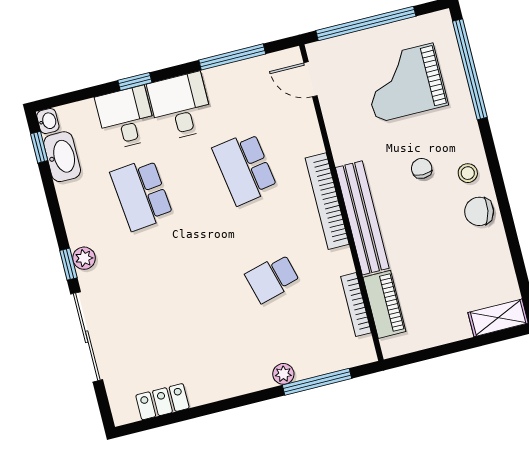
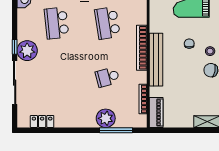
plant: (84, 258) -> (27, 51), width x1.87, depth x1.87
piano: (384, 304) -> (156, 113), moved
plant: (283, 374) -> (106, 118), width x1.87, depth x1.87

